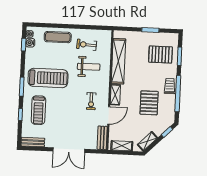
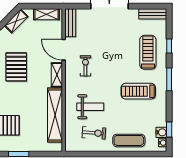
weight bench: (89, 67) -> (90, 107), turned 180
treadmill: (48, 78) -> (138, 91), width x0.73, depth x0.73
door: (109, 115) -> (64, 50), hinge flipped

